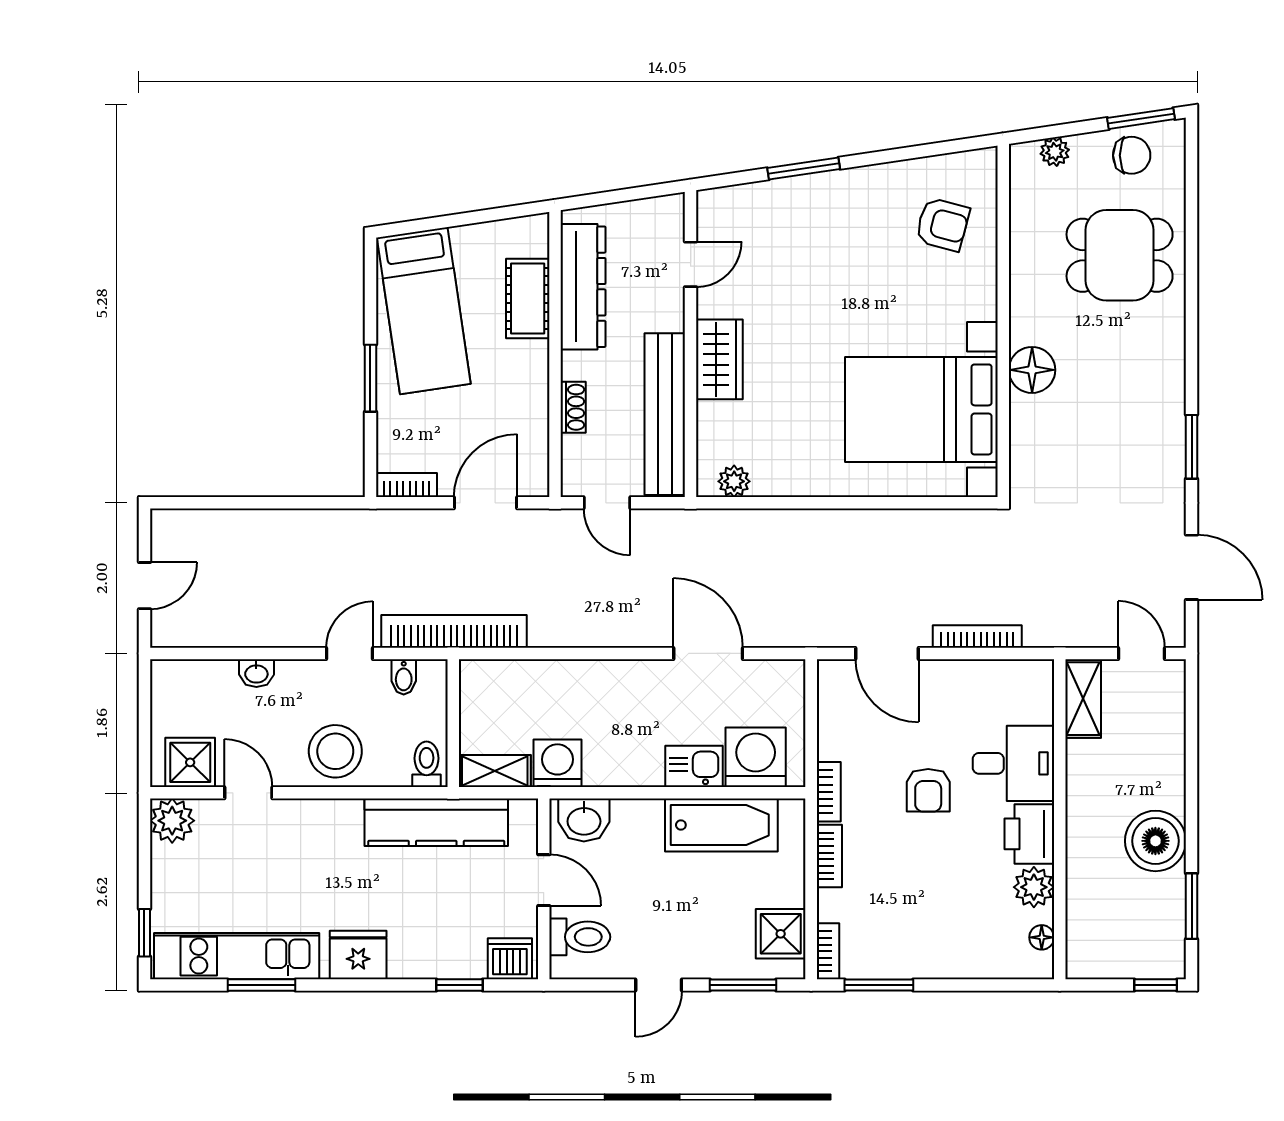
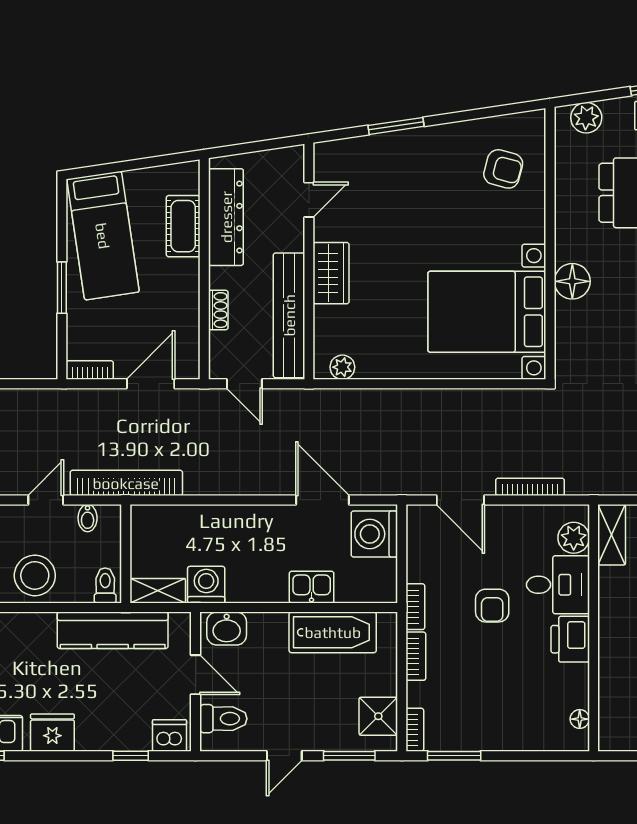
plant: (1055, 152) -> (586, 118), width x1.38, depth x1.38
washing machine: (756, 757) -> (374, 534), moved, turned -90
plant: (1034, 887) -> (574, 538), moved

